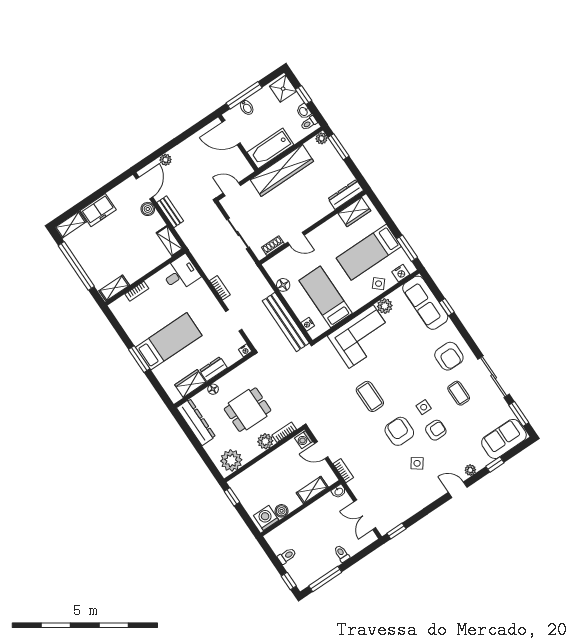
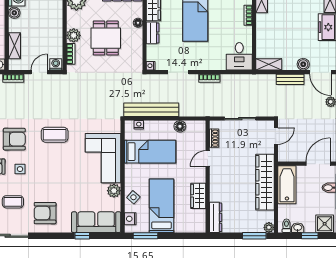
wardrobe: (354, 212) -> (198, 196), moved

